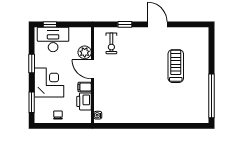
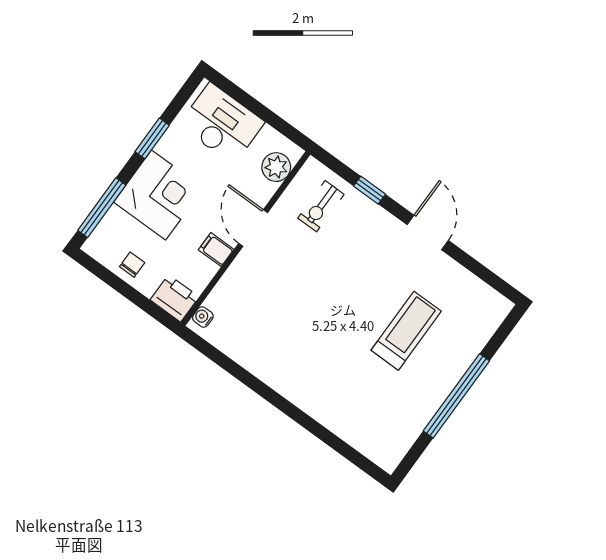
window: (50, 24) -> (235, 92), removed
plant: (85, 52) -> (276, 167), moved
window: (211, 96) -> (456, 396), moved
printer: (84, 101) -> (175, 298), moved, turned 90
window: (32, 102) -> (102, 208), width x1.44

